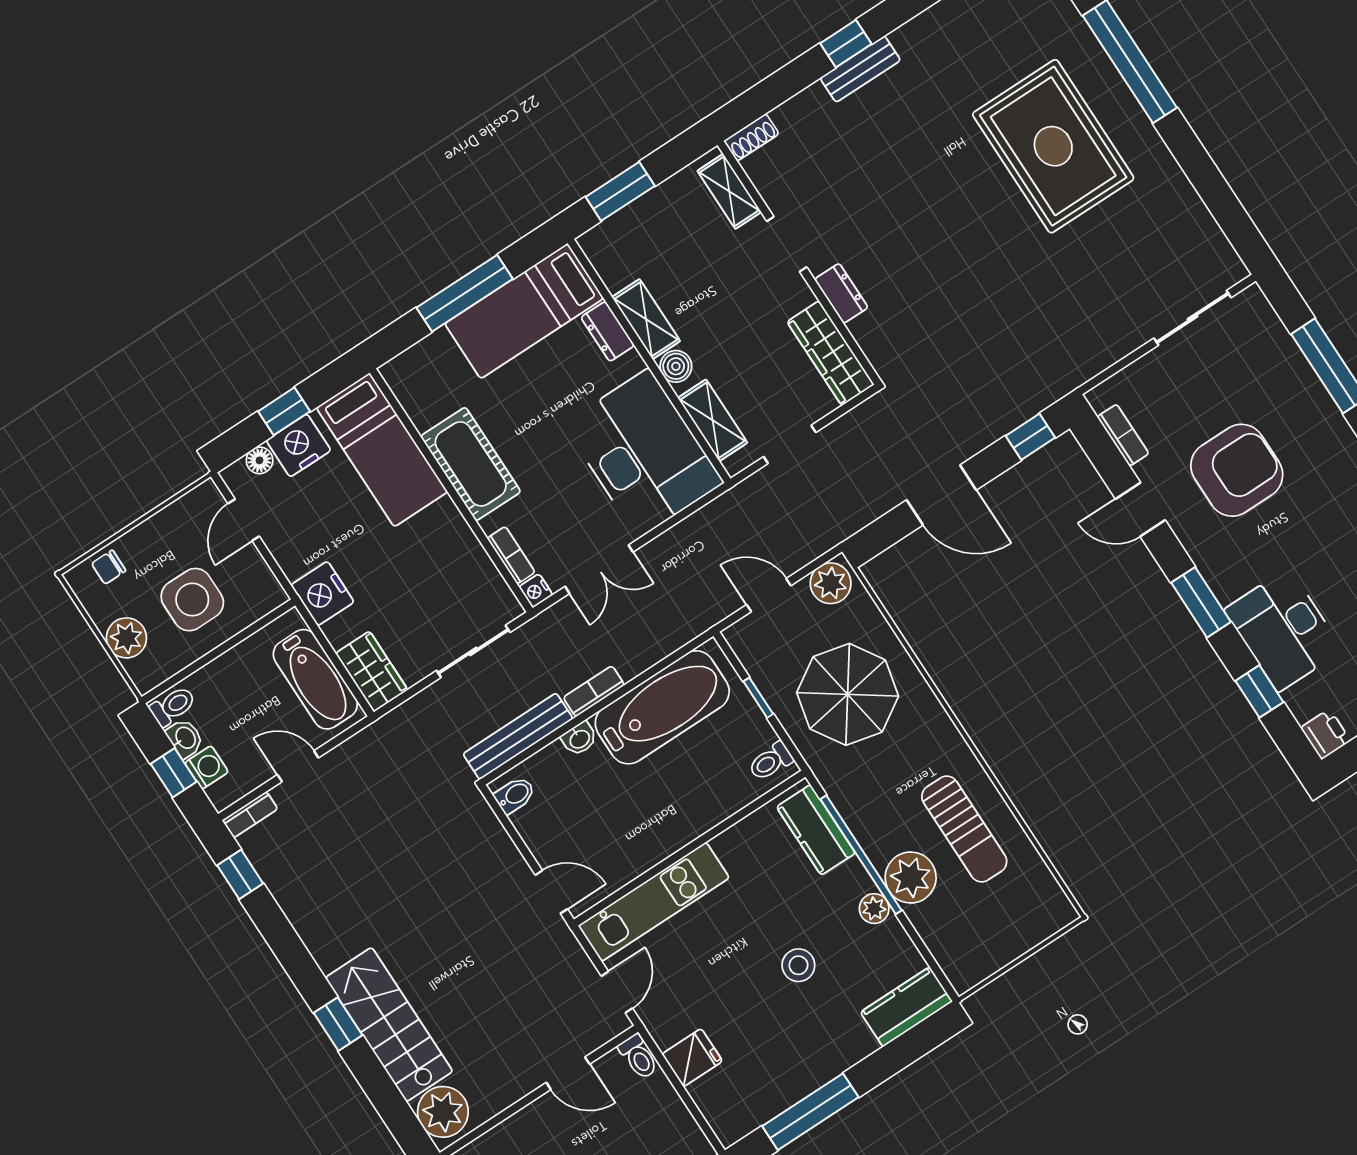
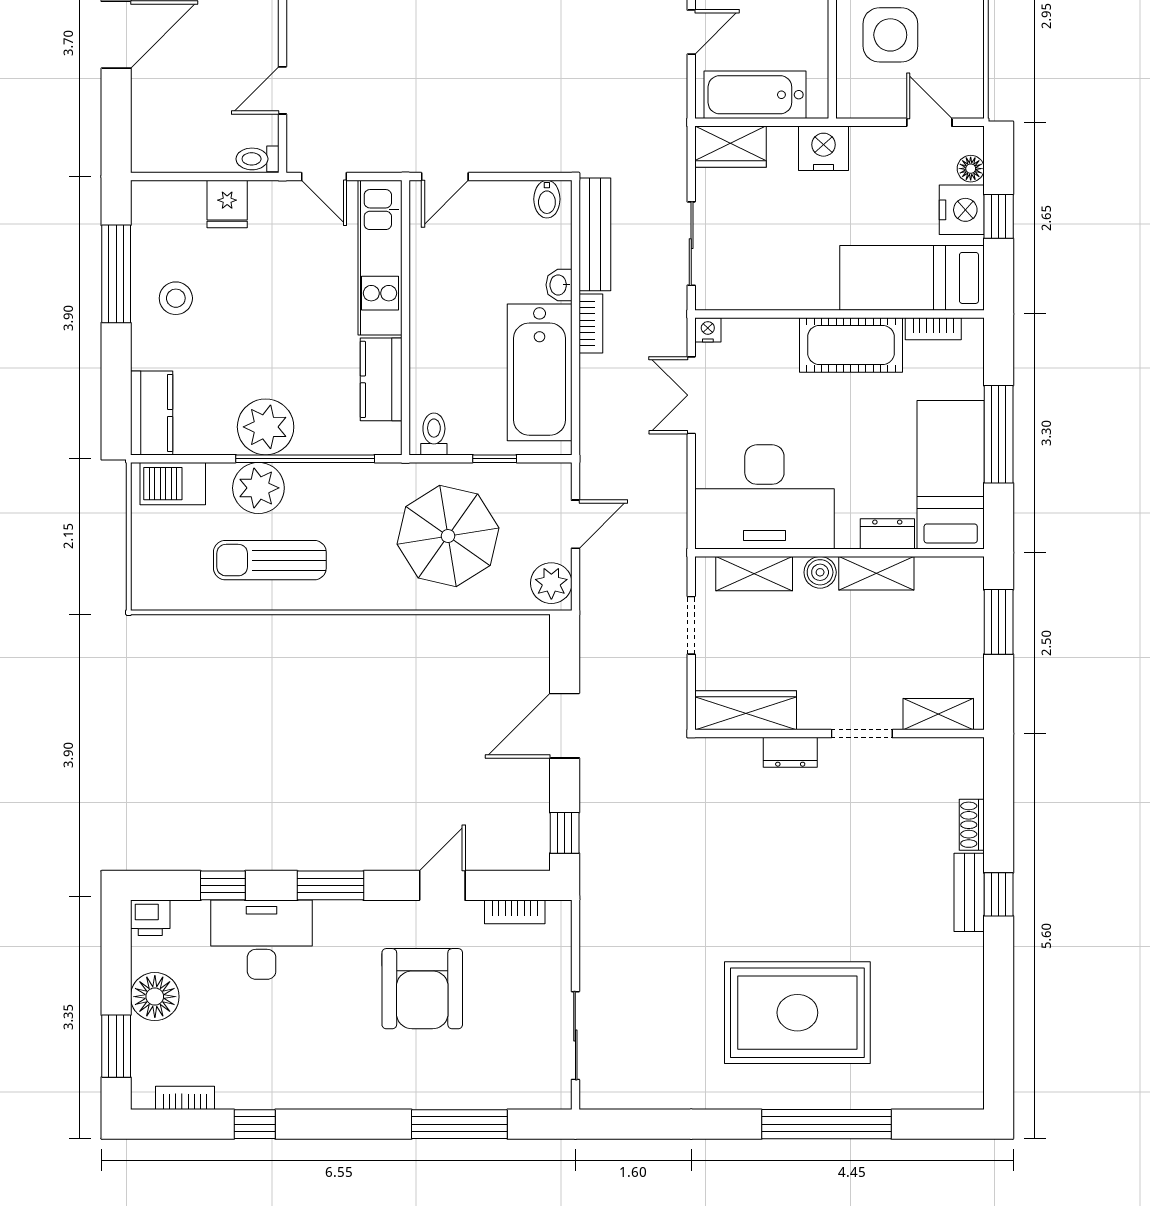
shoe rack: (751, 137) -> (972, 825), moved
bookcase: (511, 555) -> (933, 329), moved
kitchen counter: (816, 830) -> (381, 379), moved, turned -90
plant: (874, 909) -> (266, 427), width x1.87, depth x1.87
barbecue: (953, 951) -> (173, 484), added
stool: (798, 965) -> (176, 298), moved

